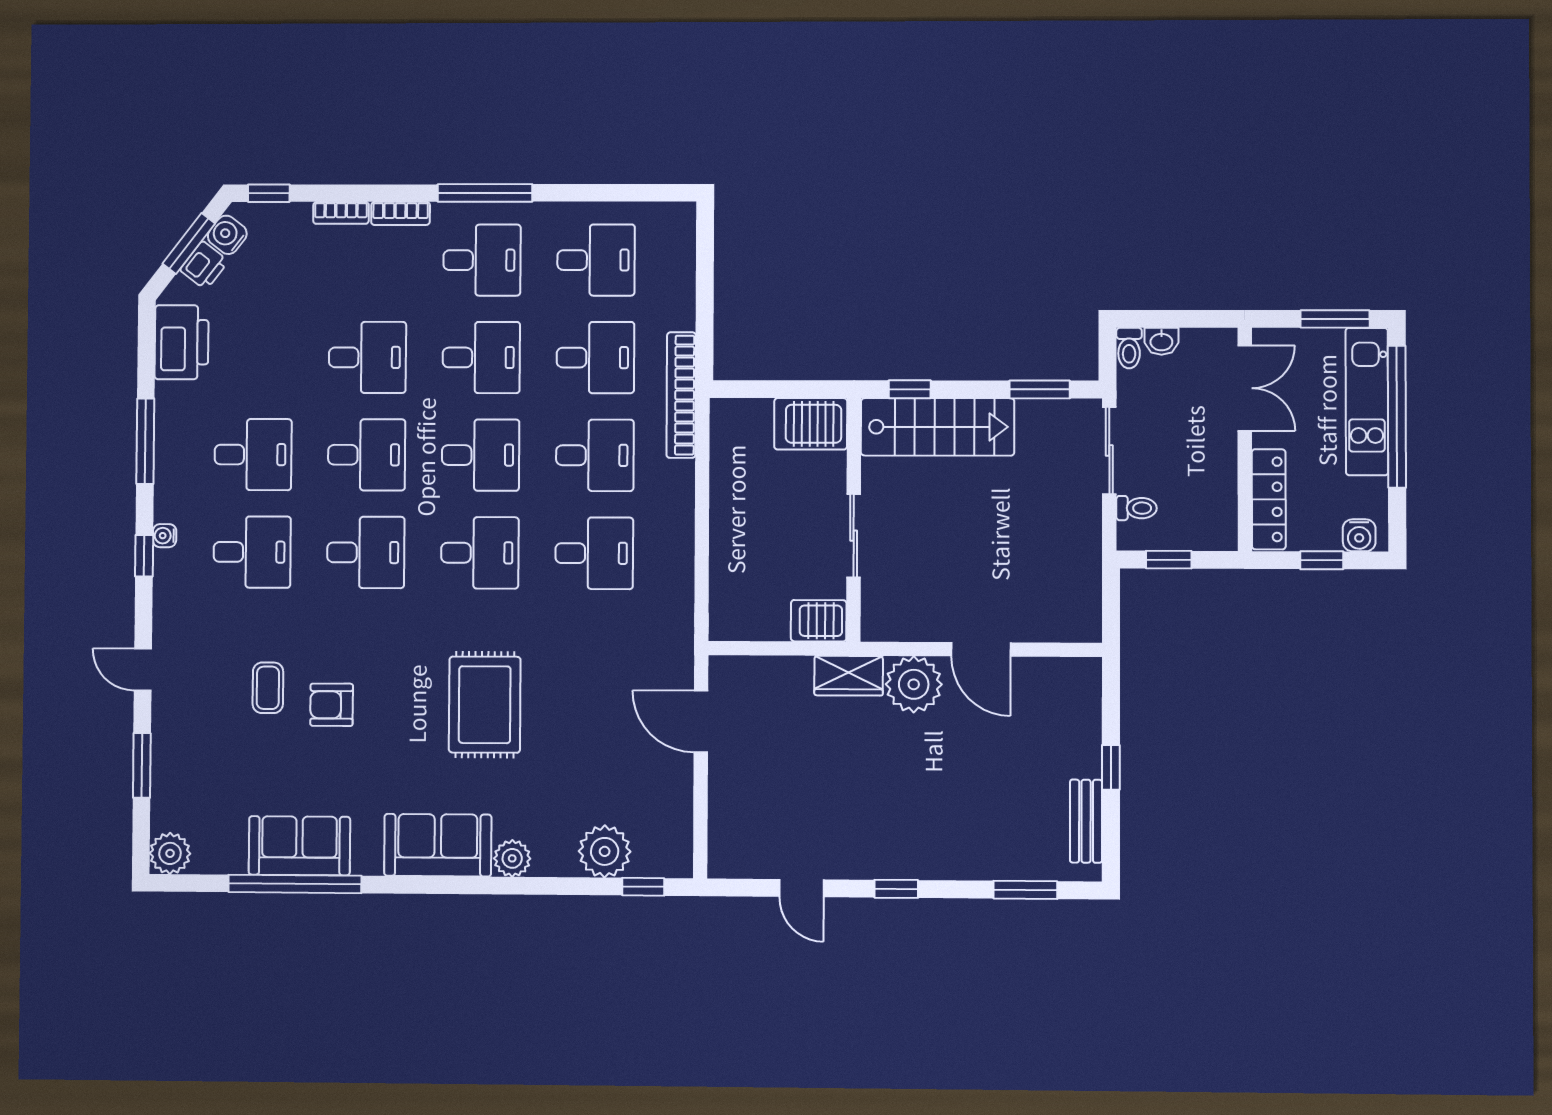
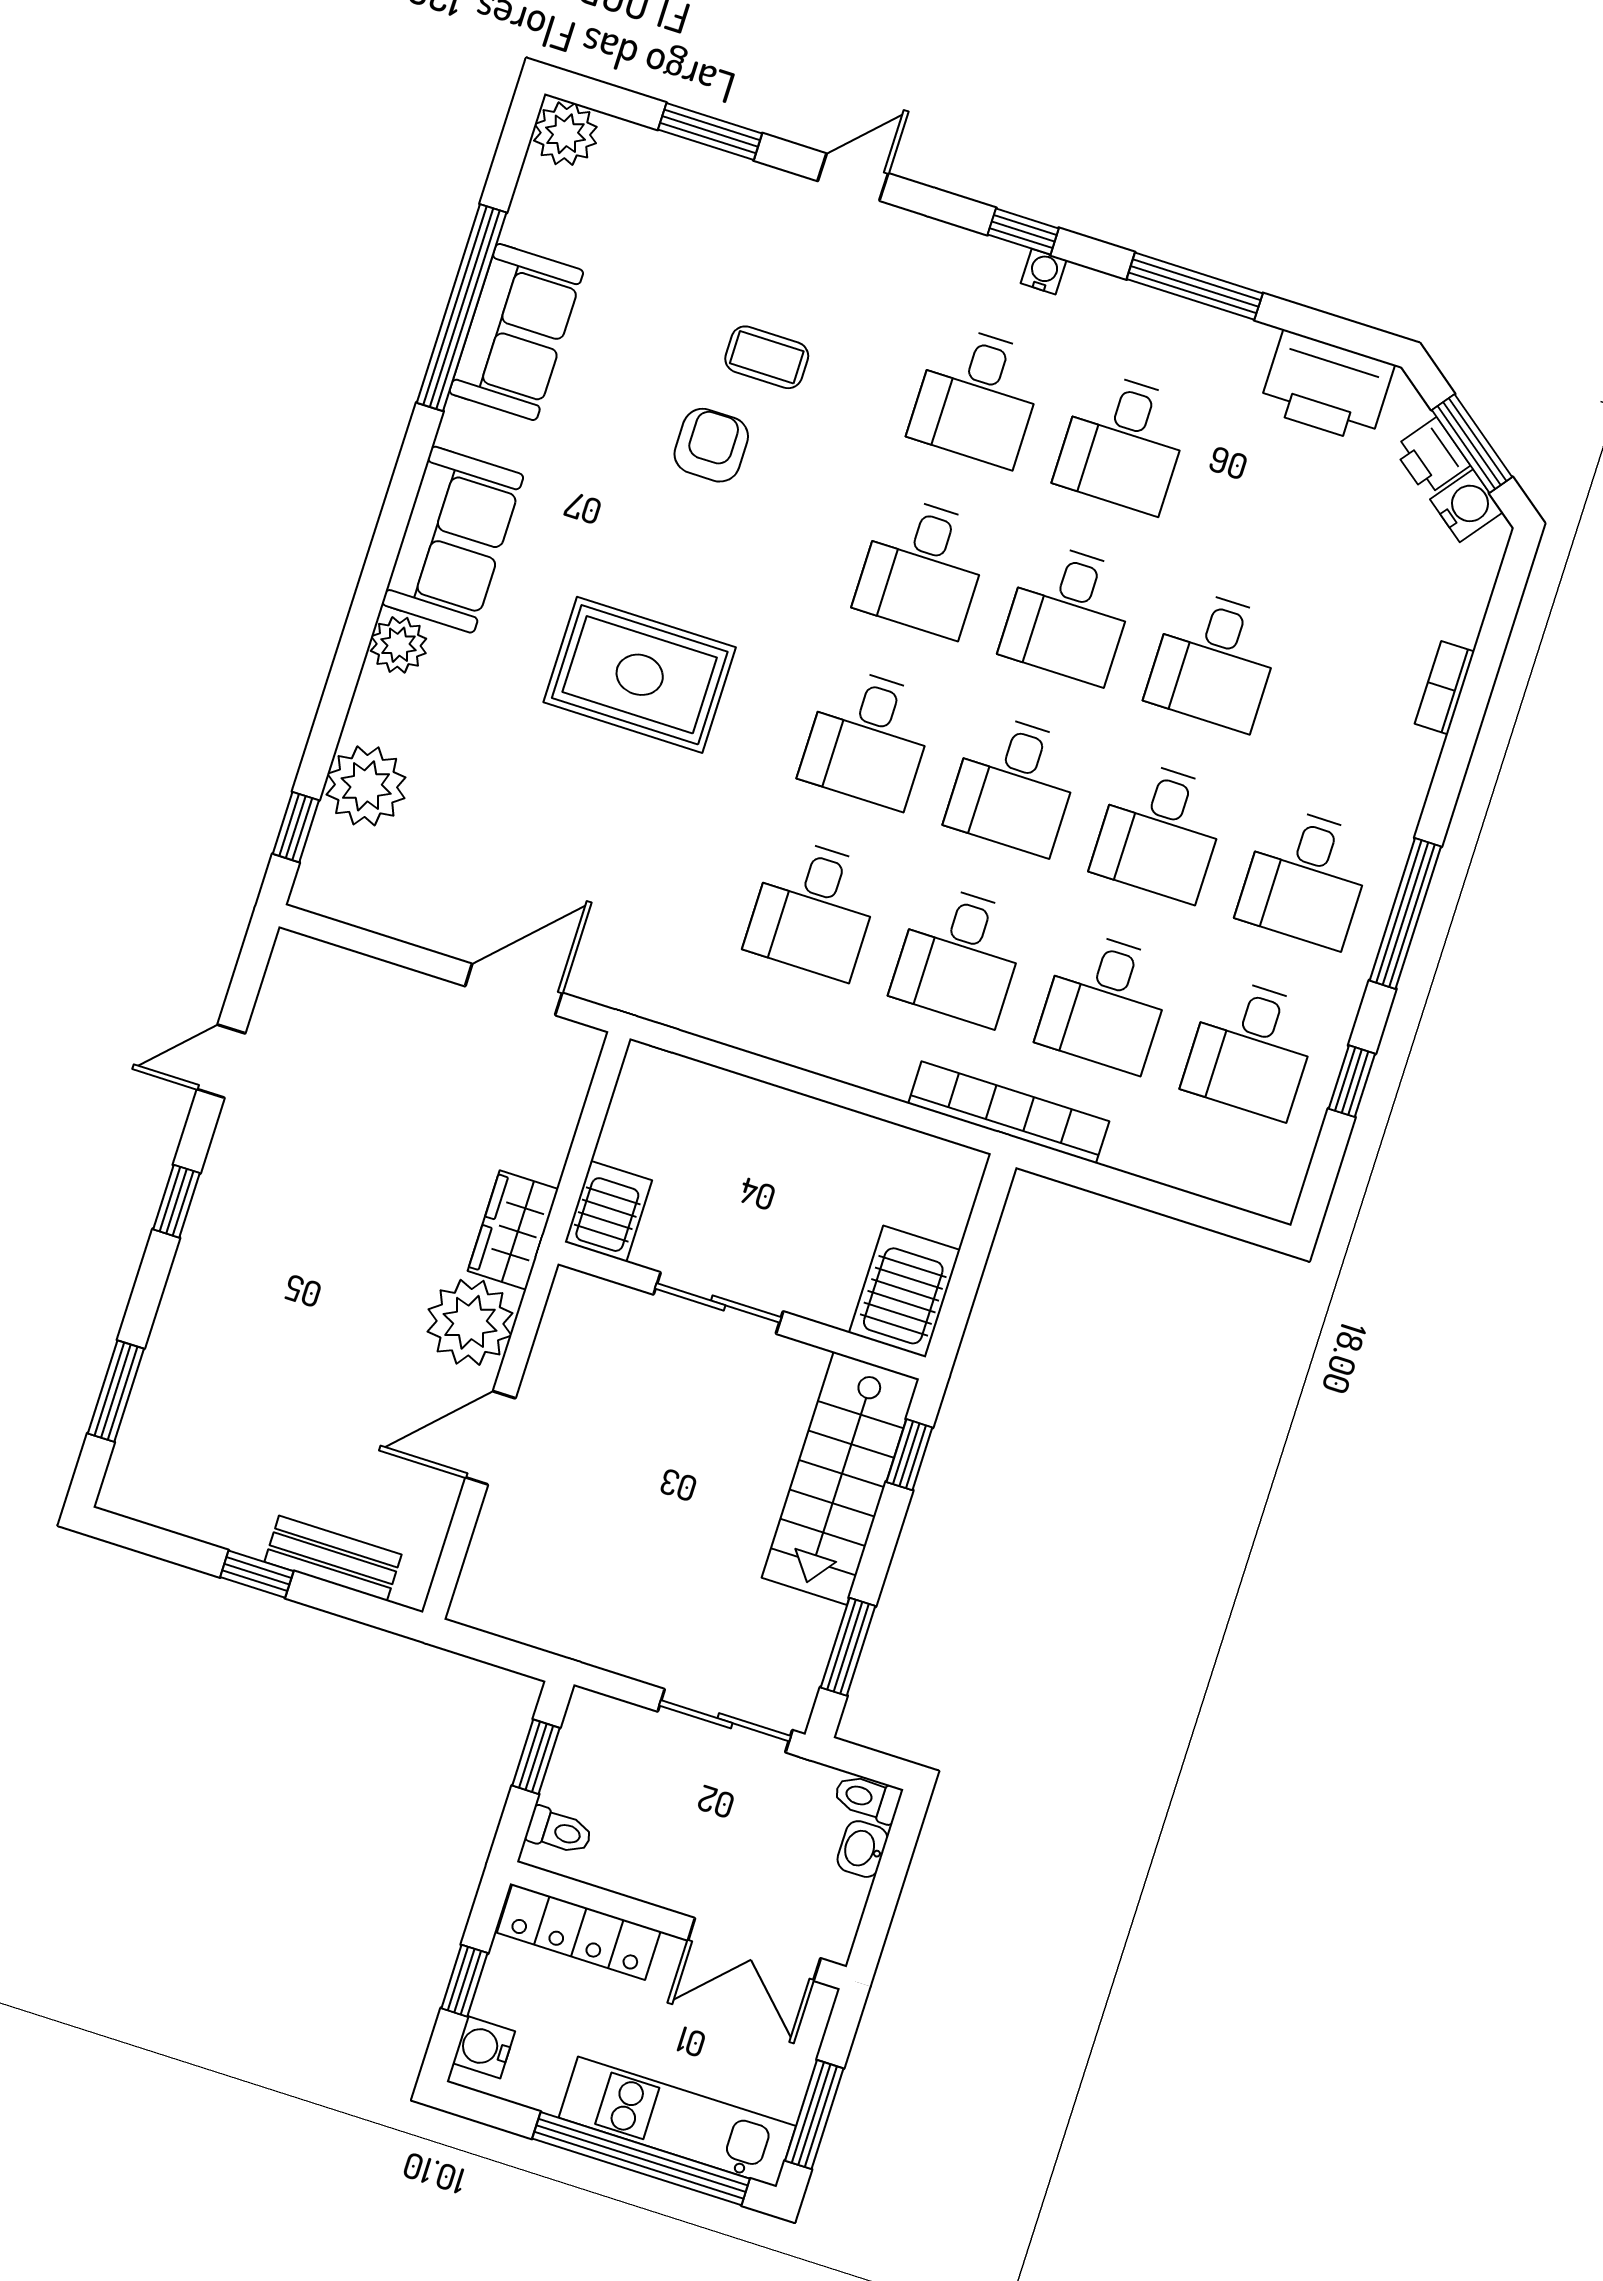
window: (269, 193) -> (1352, 1081), moved
bookcase: (401, 213) -> (1415, 777), removed
toilet: (1136, 508) -> (559, 1831), moved, turned -90
bench: (1086, 821) -> (333, 1558), moved

